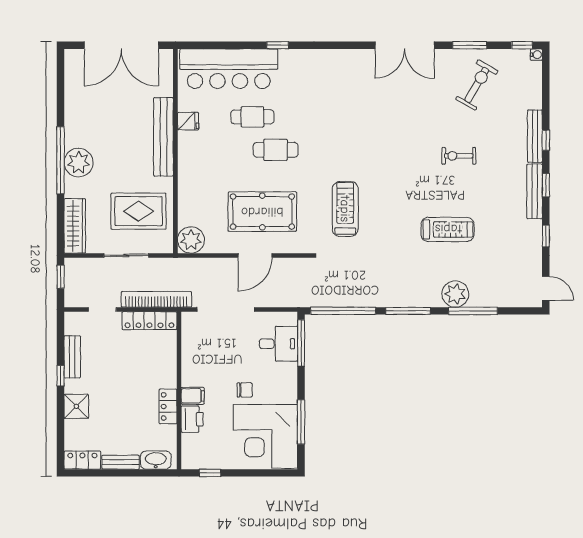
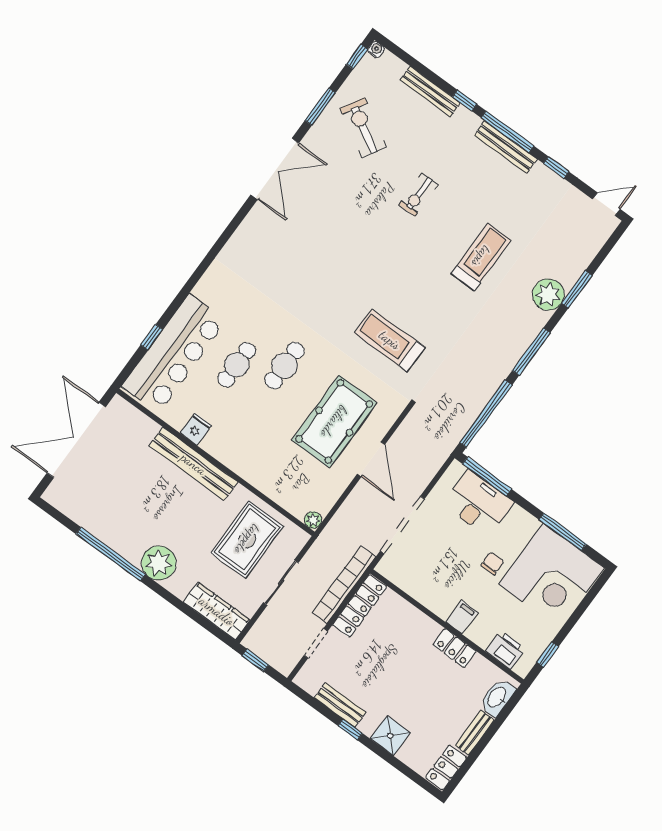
double door: (121, 45) -> (76, 440), swing flipped
window: (278, 45) -> (152, 337), moved
bench: (535, 136) -> (430, 91), moved
window: (61, 160) -> (111, 554), moved
window: (546, 185) -> (507, 132), width x2.17
plant: (191, 240) -> (313, 520), width x0.53, depth x0.53
window: (473, 311) -> (577, 289), width x0.69
desk: (278, 344) -> (478, 503), width x1.37
printer: (192, 419) -> (506, 650), moved

